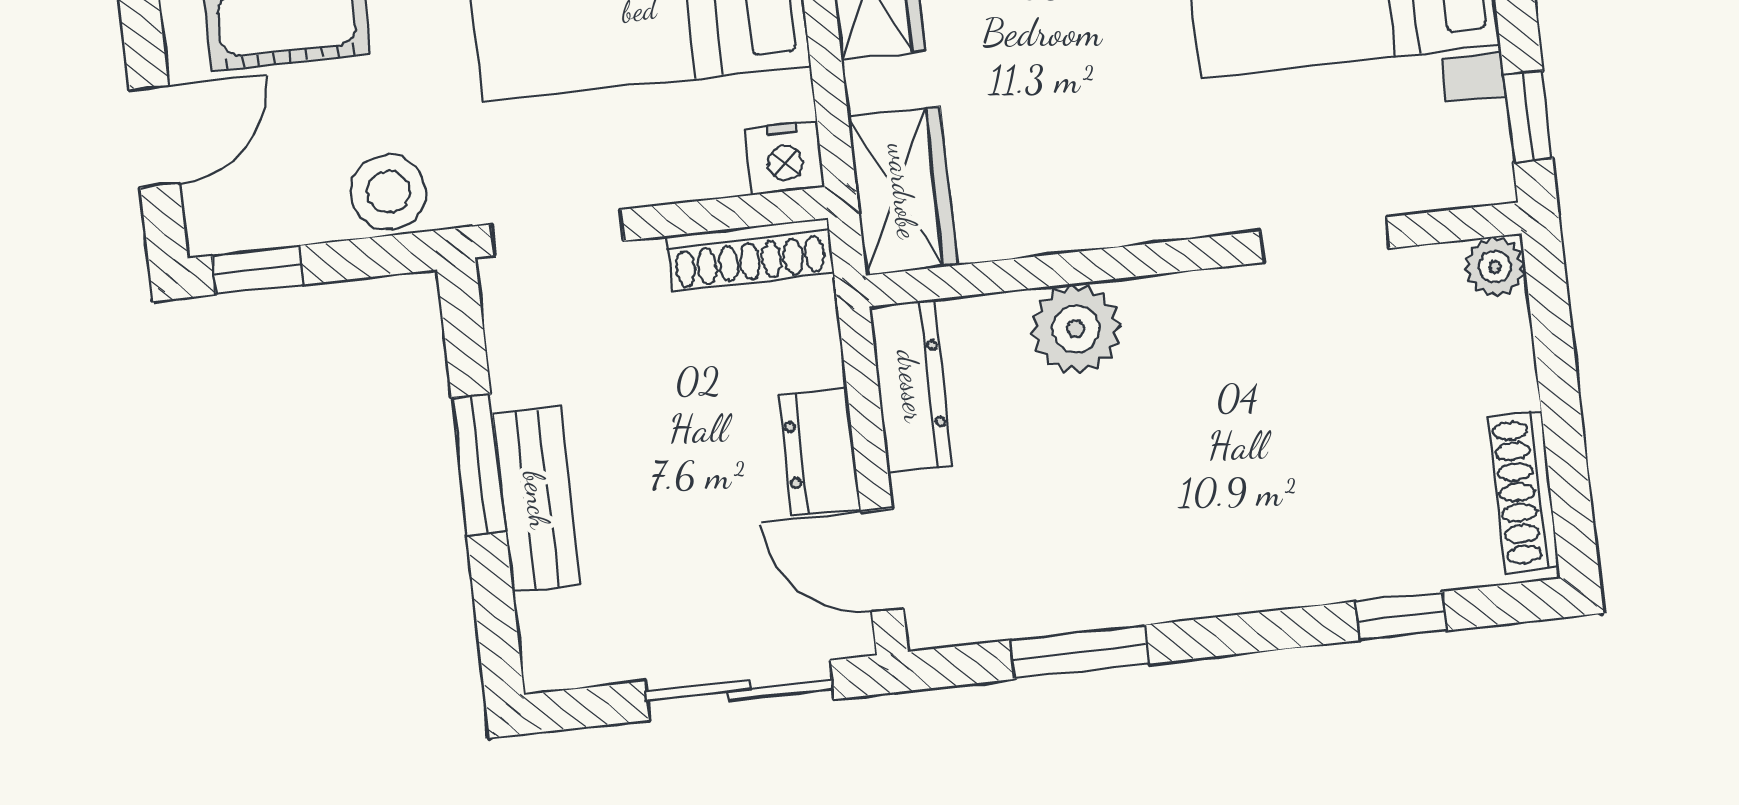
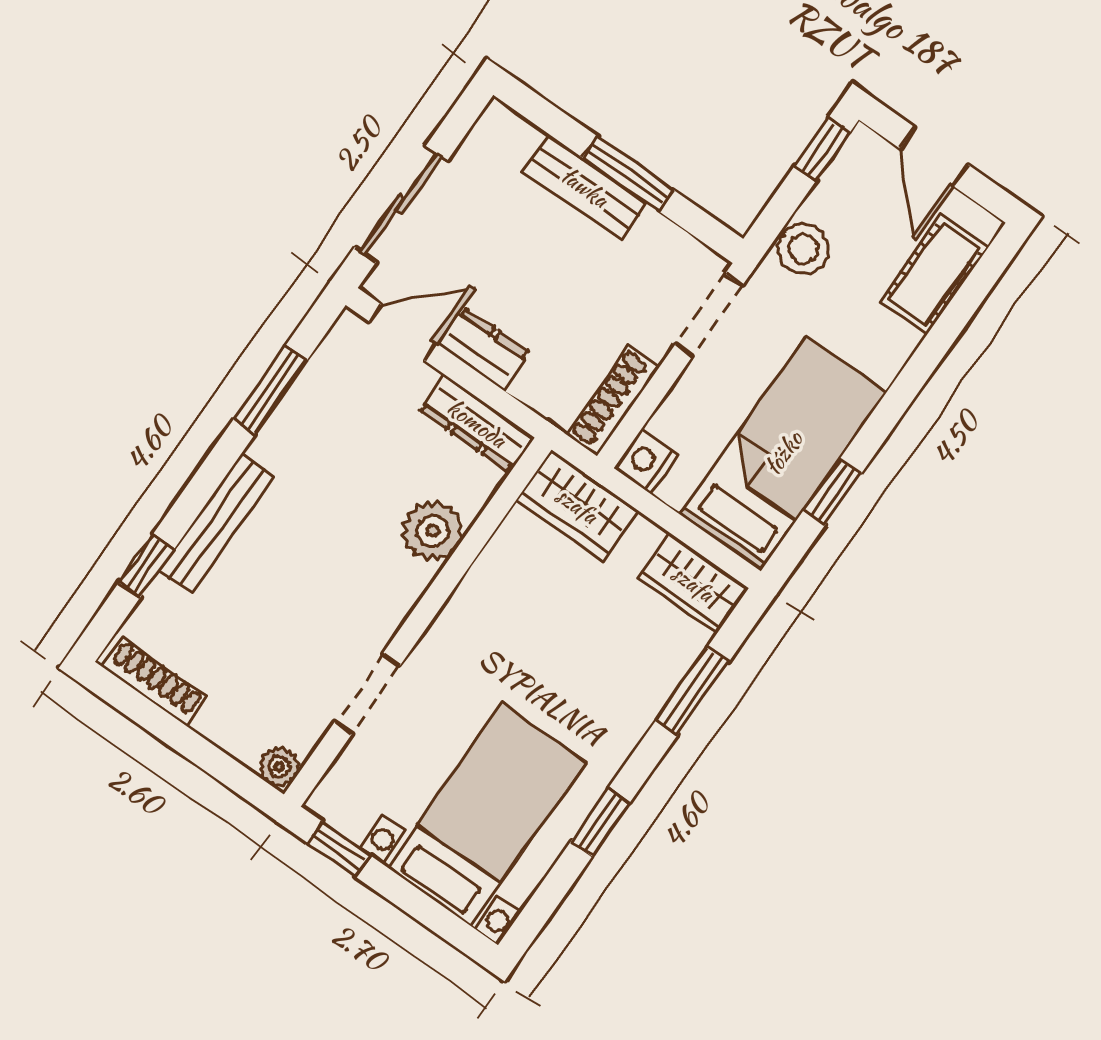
bench: (1283, 579) -> (216, 524), added

